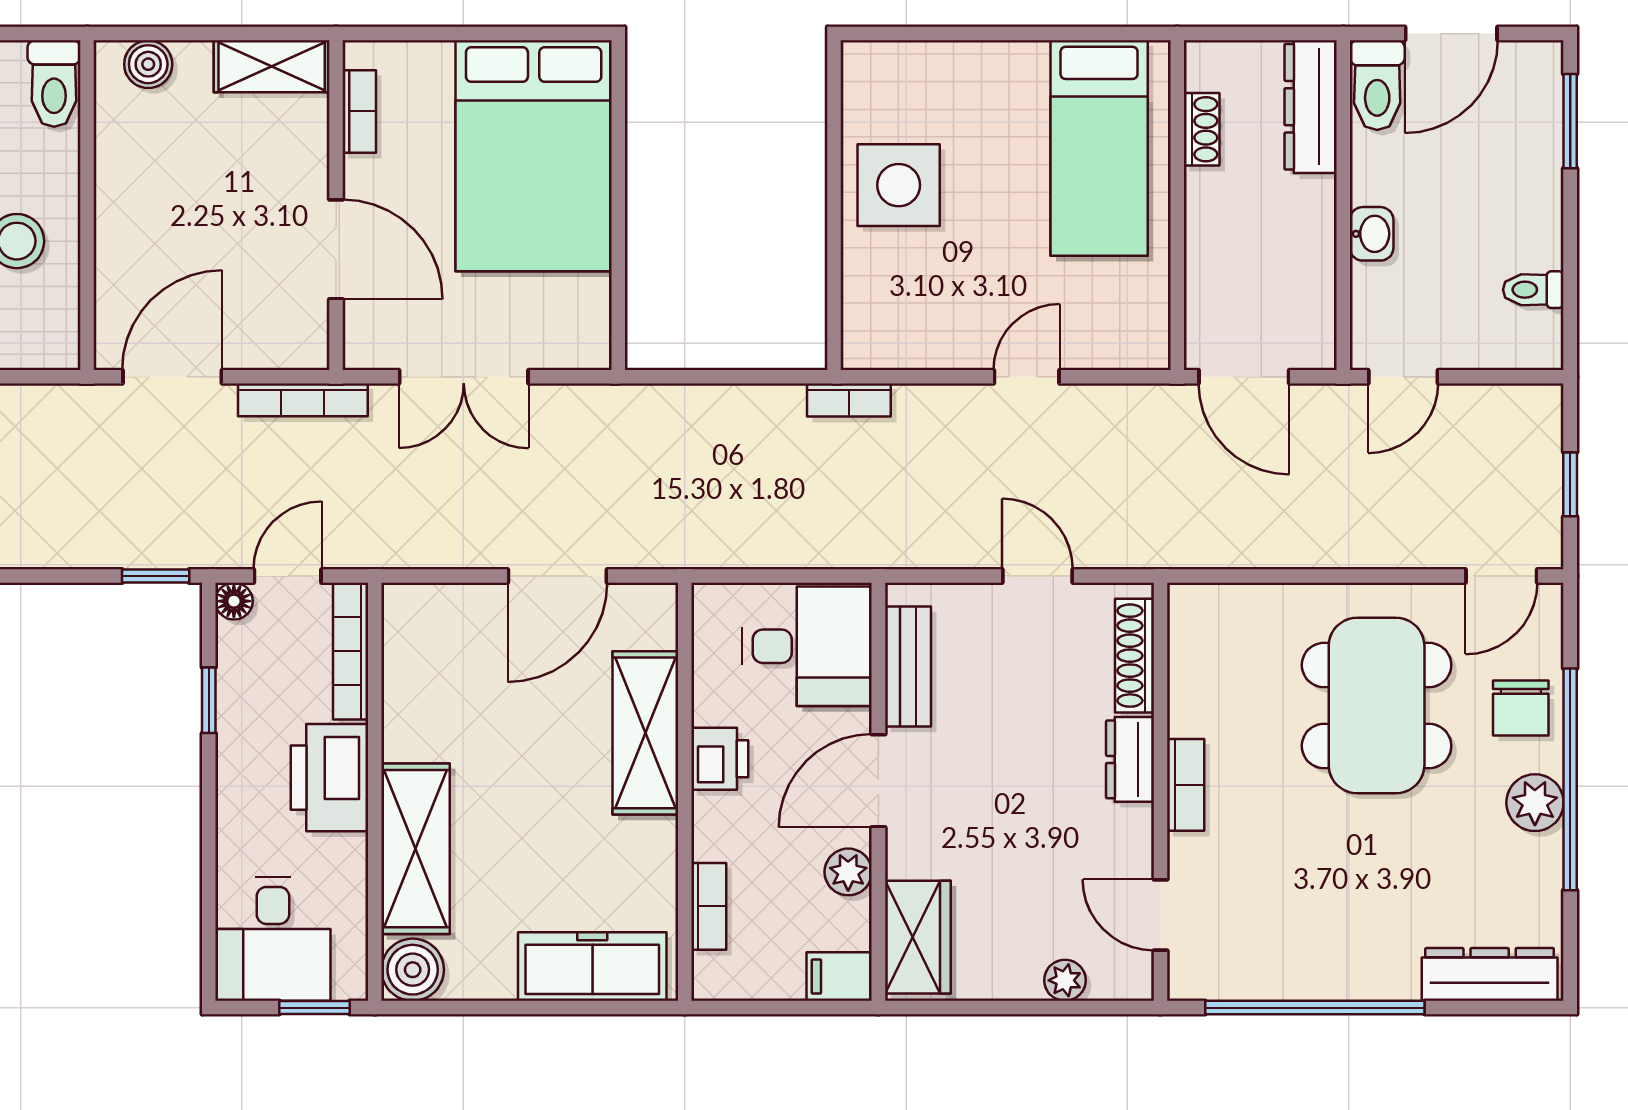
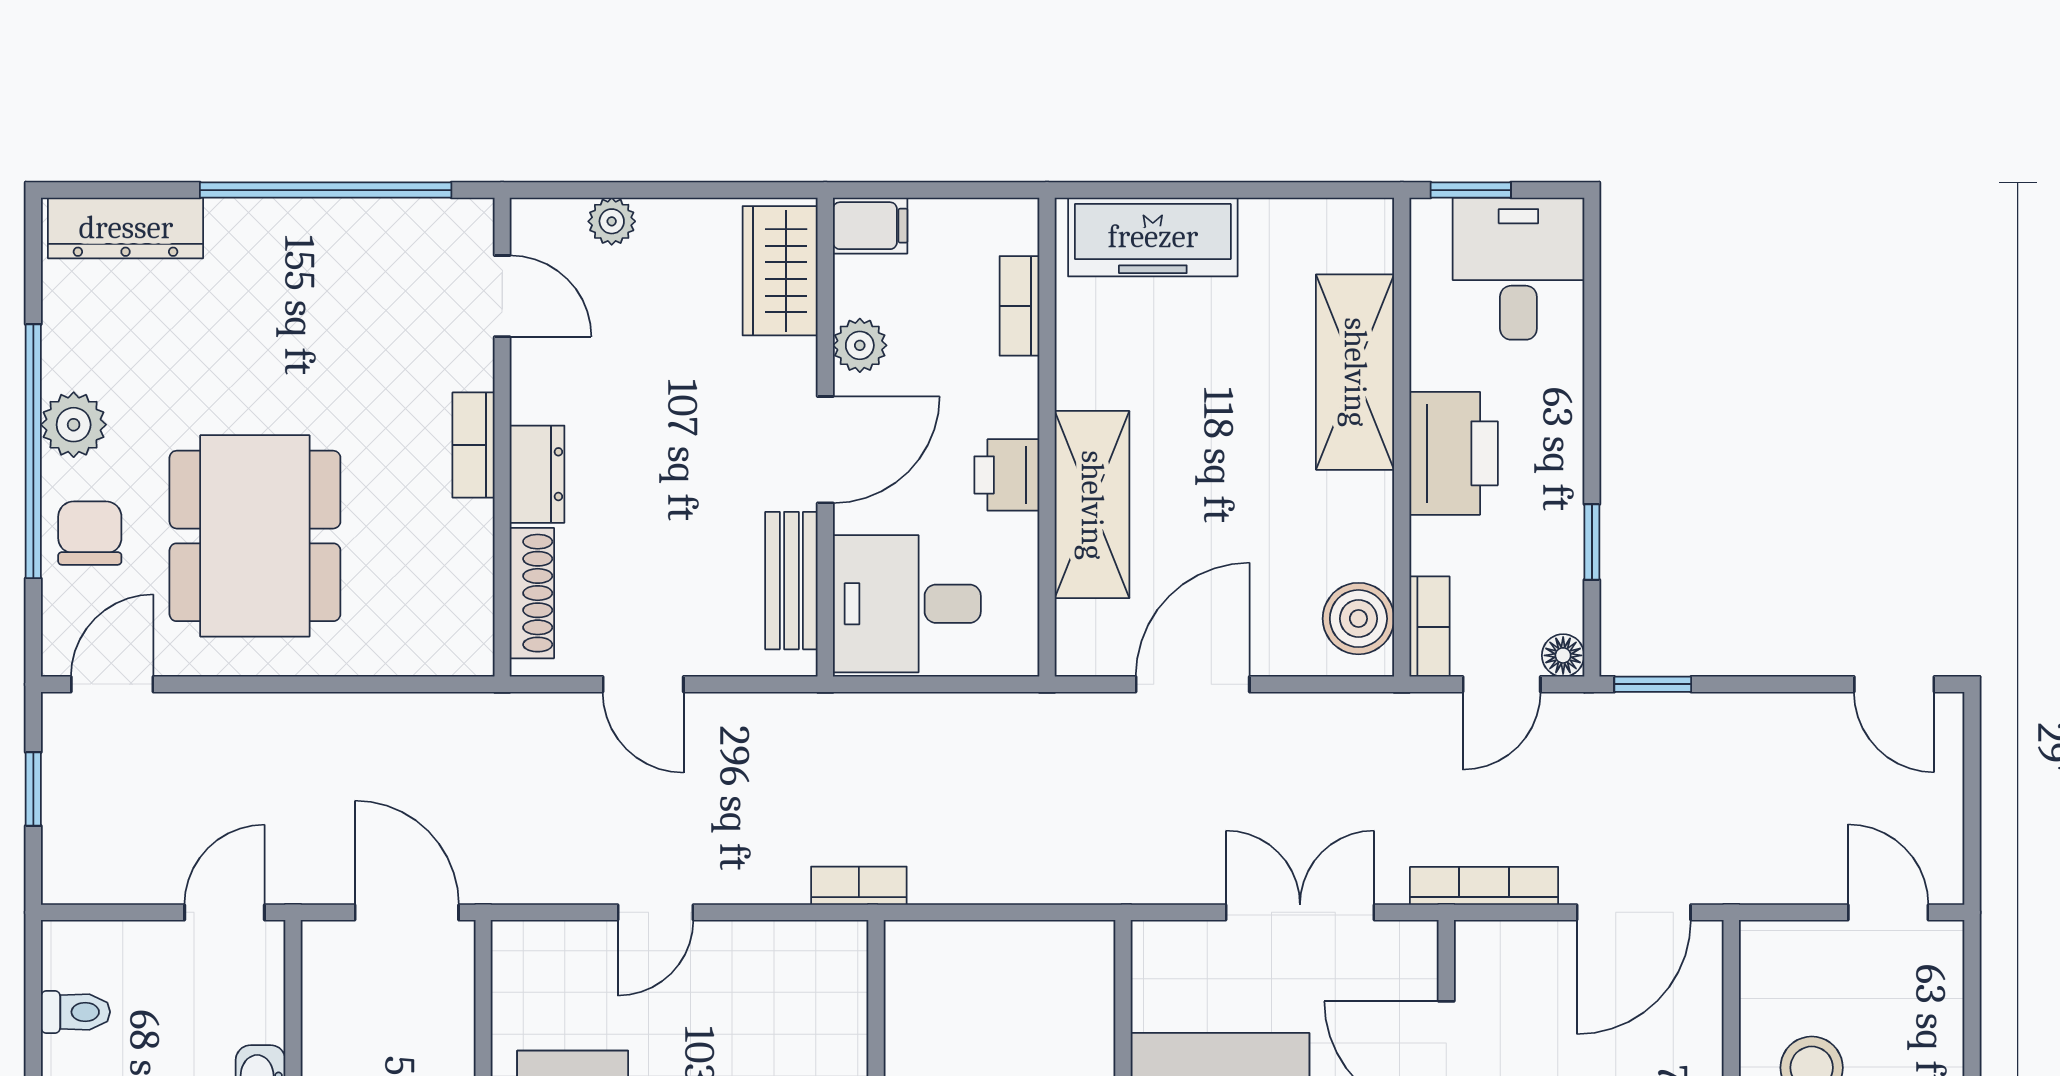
bookcase: (351, 651) -> (1429, 627), width x0.64
boiler: (413, 970) -> (1358, 619), moved

